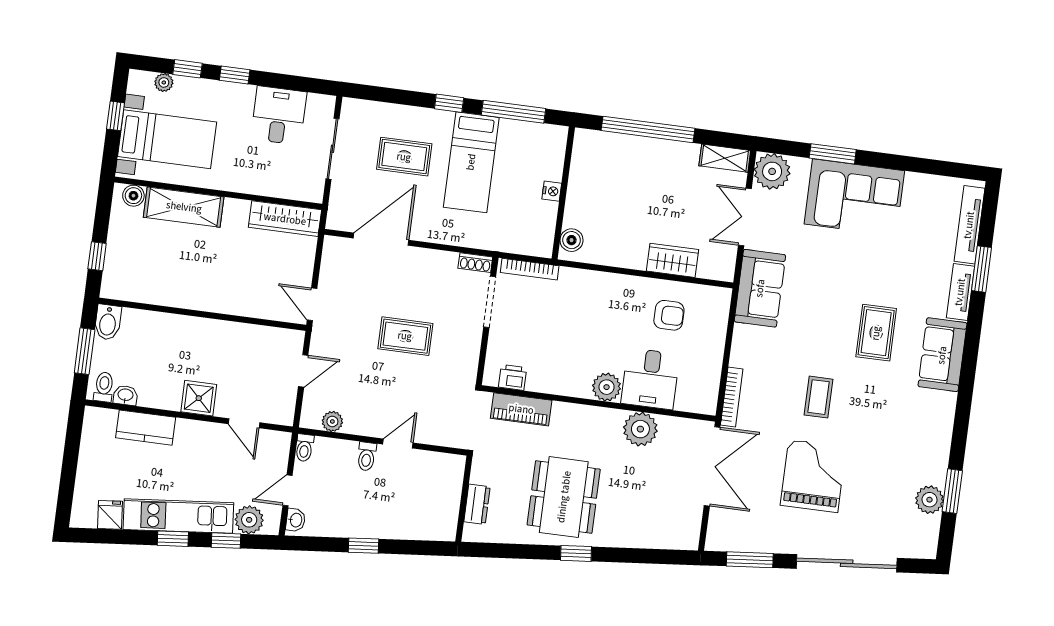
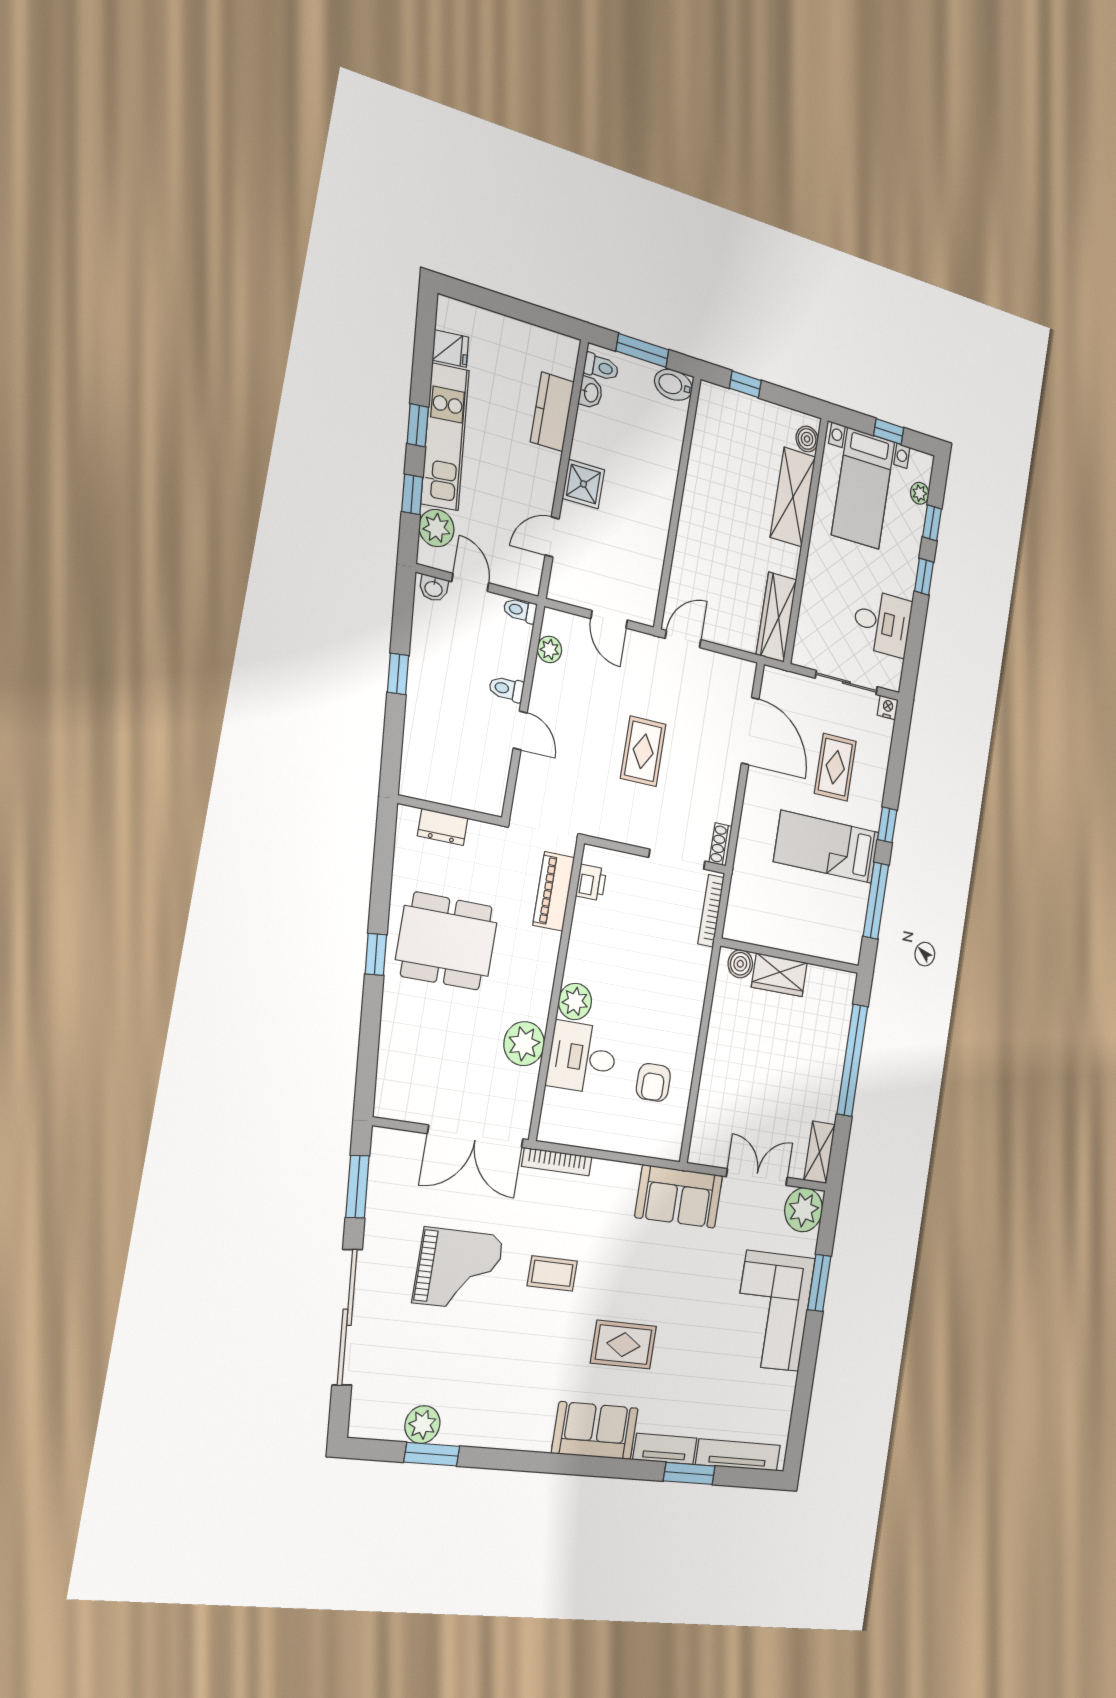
nightstand: (552, 191) -> (888, 707), moved, turned 180
wardrobe: (673, 260) -> (779, 975), moved, turned 90

